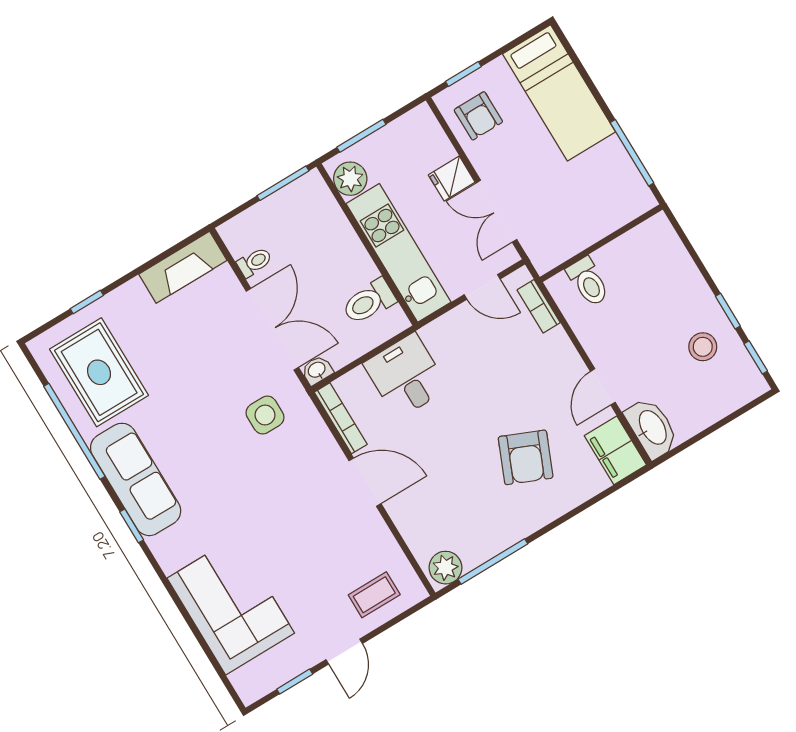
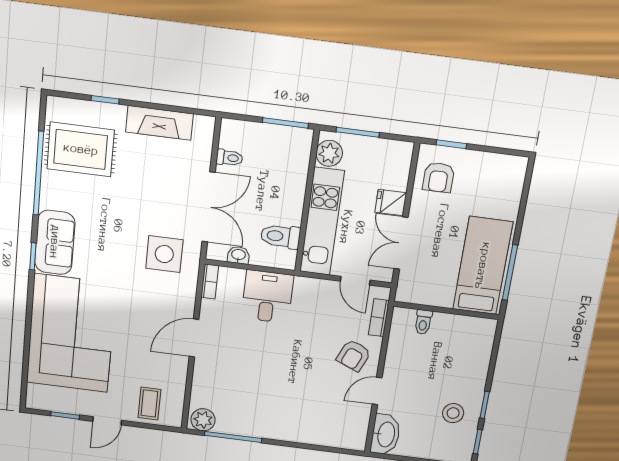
bed: (559, 93) -> (483, 266), moved, turned 180
fireplace: (183, 267) -> (159, 123), moved
toilet: (588, 282) -> (423, 322), width x0.73, depth x0.72
washbasin: (317, 370) -> (238, 255), moved
rug: (99, 372) -> (81, 149), turned 90
side table: (265, 415) -> (164, 254), width x1.37, depth x1.37
bookcase: (341, 418) -> (210, 281), width x0.64
filing cabinet: (615, 450) -> (354, 431), removed
armchair: (526, 457) -> (354, 355), moved, width x0.72, depth x0.72
sofa: (136, 479) -> (55, 242), width x0.73
door: (365, 482) -> (194, 338), swing flipped
coffee table: (374, 595) -> (149, 403), turned 90
corner sofa: (231, 606) -> (71, 333), width x1.36, depth x1.36

